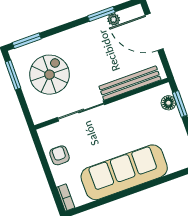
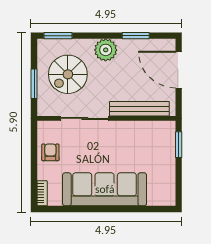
plant: (114, 19) -> (106, 50), moved, width x1.88, depth x1.88
window: (13, 75) -> (34, 84), moved
spiral stairs: (49, 75) -> (68, 74), turned 180
floor lamp: (168, 103) -> (168, 140), removed

